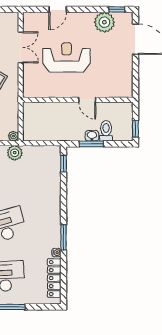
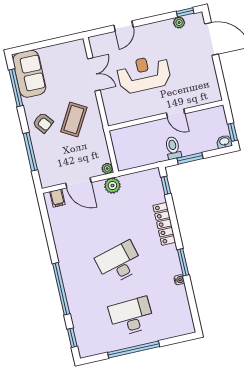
plant: (104, 22) -> (179, 23), width x0.53, depth x0.53
toilet: (106, 131) -> (173, 148), moved
washbasin: (92, 136) -> (224, 142), moved
locker: (54, 278) -> (164, 224), moved

